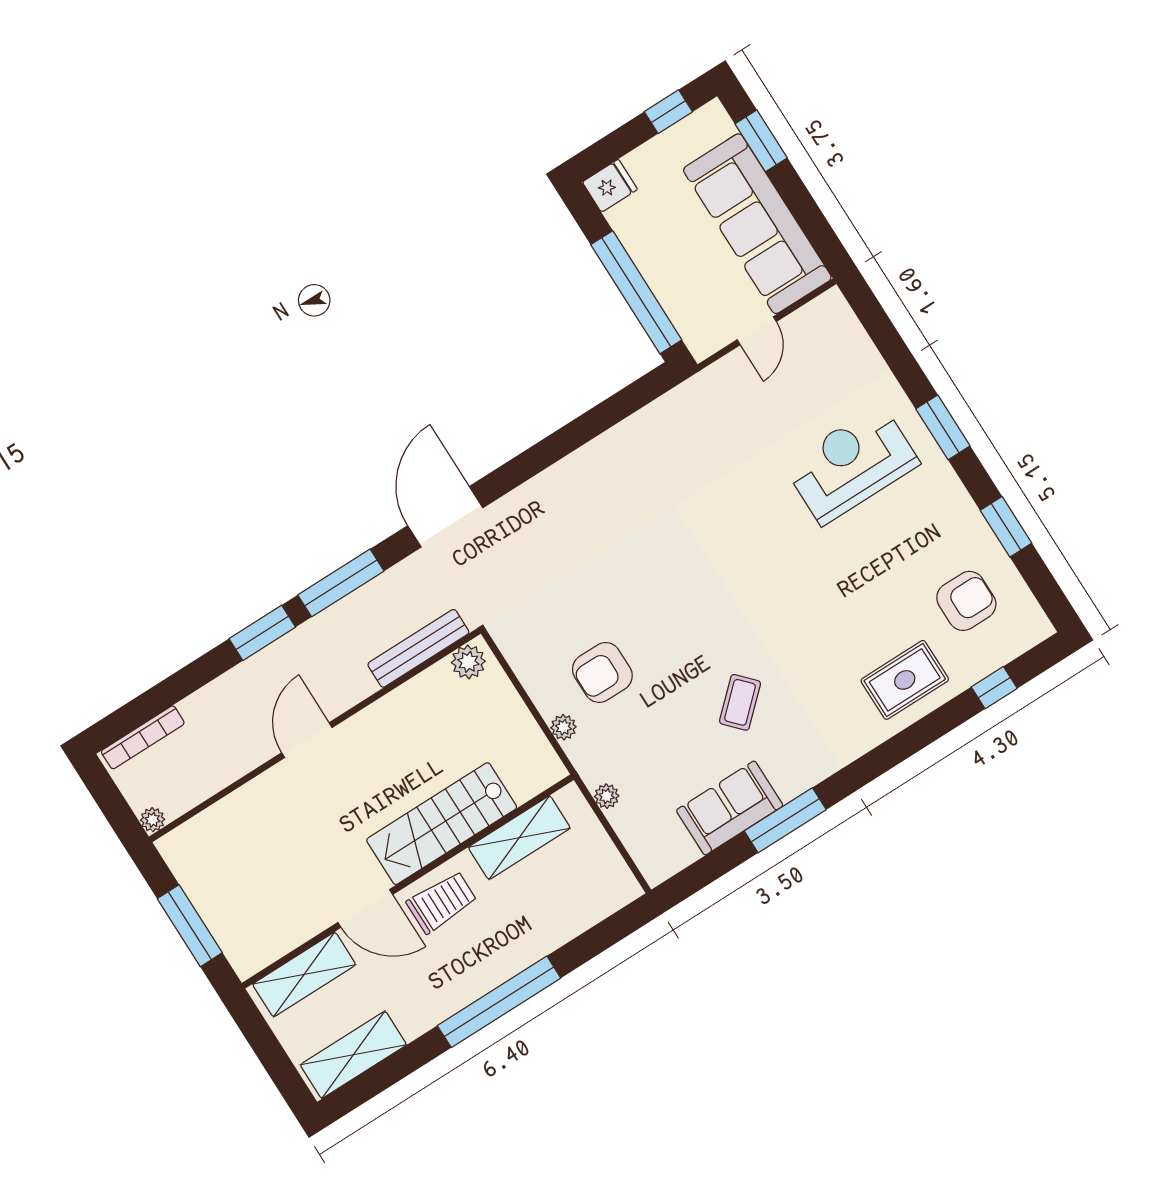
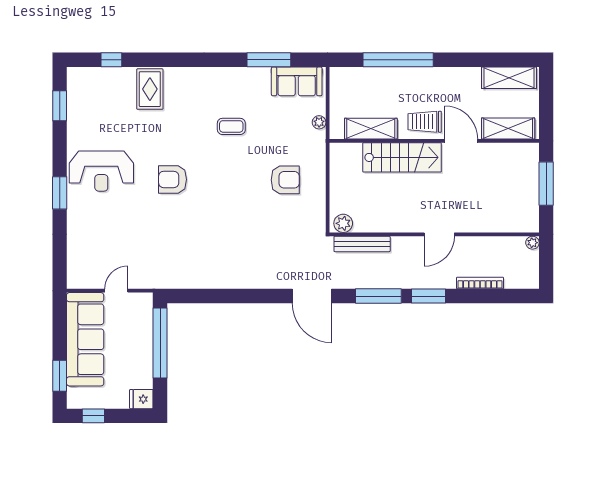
reception desk: (851, 464) -> (101, 171), moved
door: (445, 517) -> (312, 296), hinge flipped
window: (1006, 527) -> (60, 106), moved
armchair: (966, 601) -> (173, 179), moved
rug: (905, 680) -> (150, 89), turned 90
coffee table: (740, 702) -> (231, 126), turned 43
plant: (563, 727) -> (319, 166), removed
bookcase: (143, 737) -> (480, 283), moved
sofa: (730, 808) -> (297, 81), moved
window: (785, 820) -> (269, 60), moved
window: (499, 1002) -> (398, 60), moved

